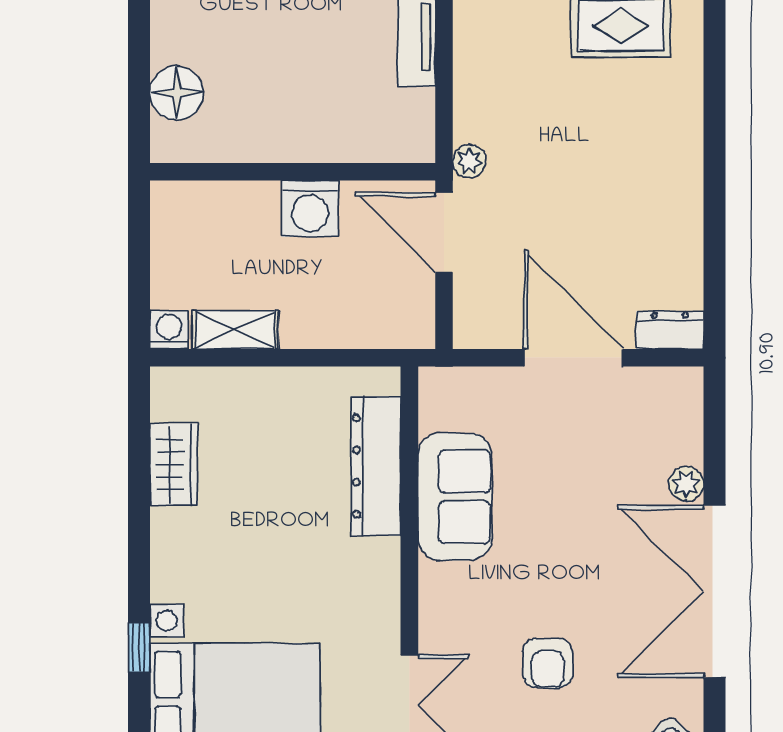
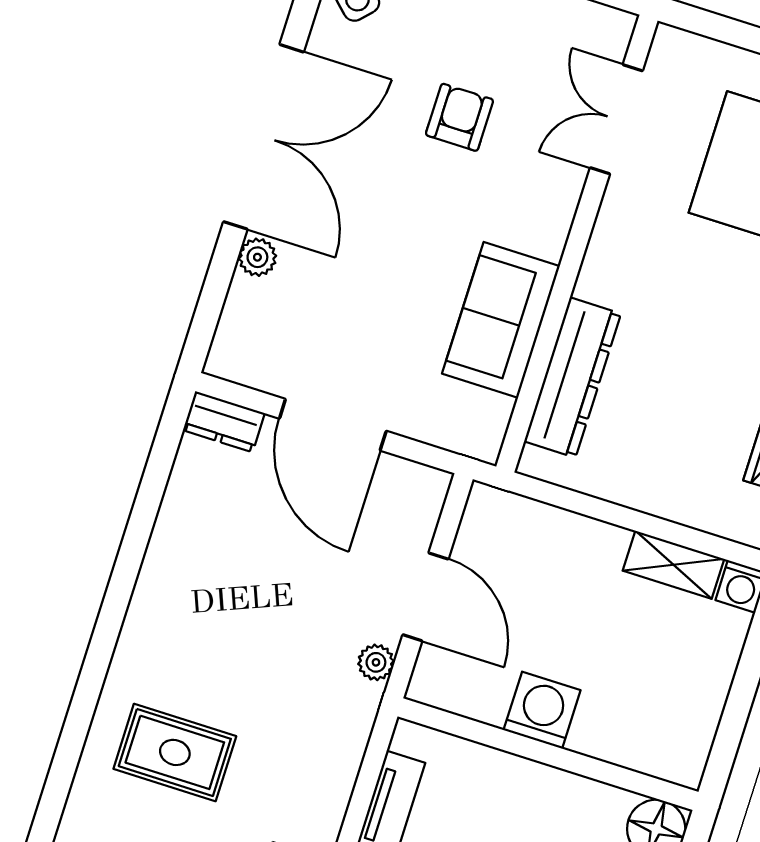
wall: (293, 172) -> (548, 754), moved
washing machine: (310, 209) -> (542, 710), moved

